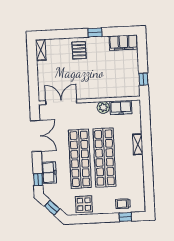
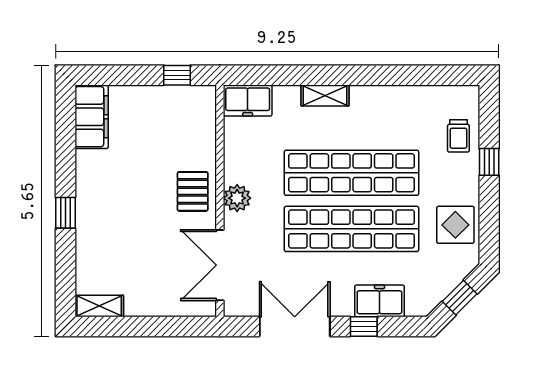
window: (95, 32) -> (65, 213), moved
pallet: (79, 50) -> (193, 191), moved, turned 90
plant: (103, 107) -> (237, 198), moved
freezer: (121, 107) -> (248, 100), moved, turned 90
window: (38, 180) -> (364, 327), moved
window: (125, 217) -> (489, 162), moved

